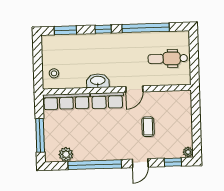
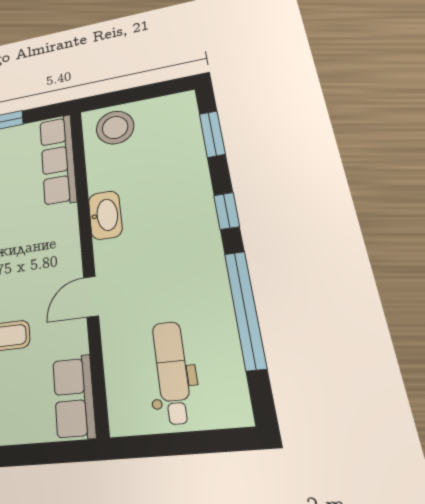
stool: (54, 73) -> (115, 128), width x1.89, depth x1.89
door: (134, 89) -> (91, 297), hinge flipped
row of seats: (107, 100) -> (74, 397), moved

